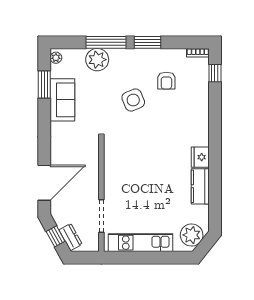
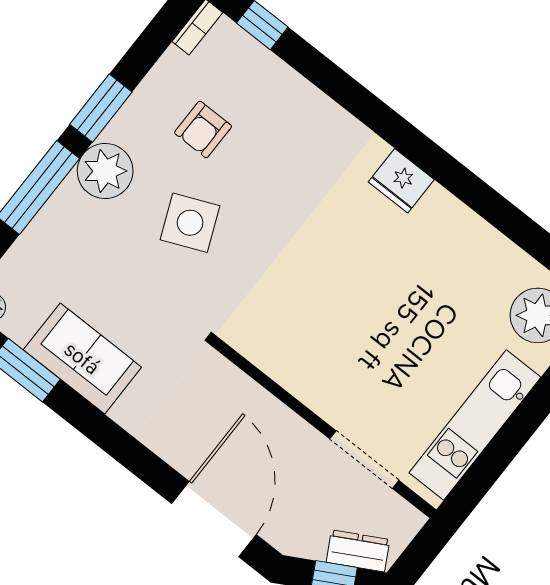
plant: (97, 60) -> (105, 171), moved
armchair: (166, 81) -> (203, 129), turned 90
kitchen counter: (200, 186) -> (457, 225), removed

